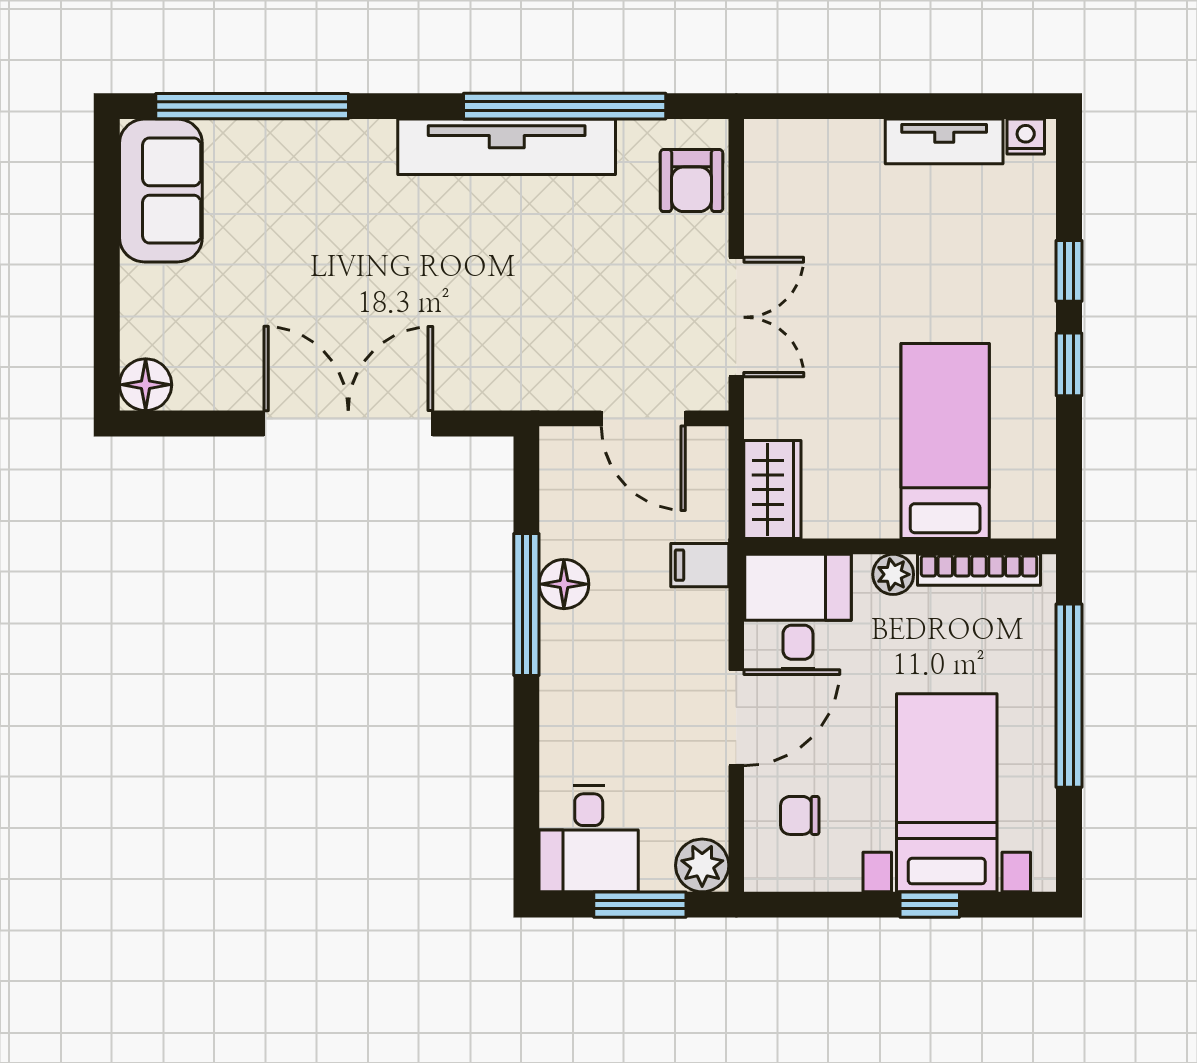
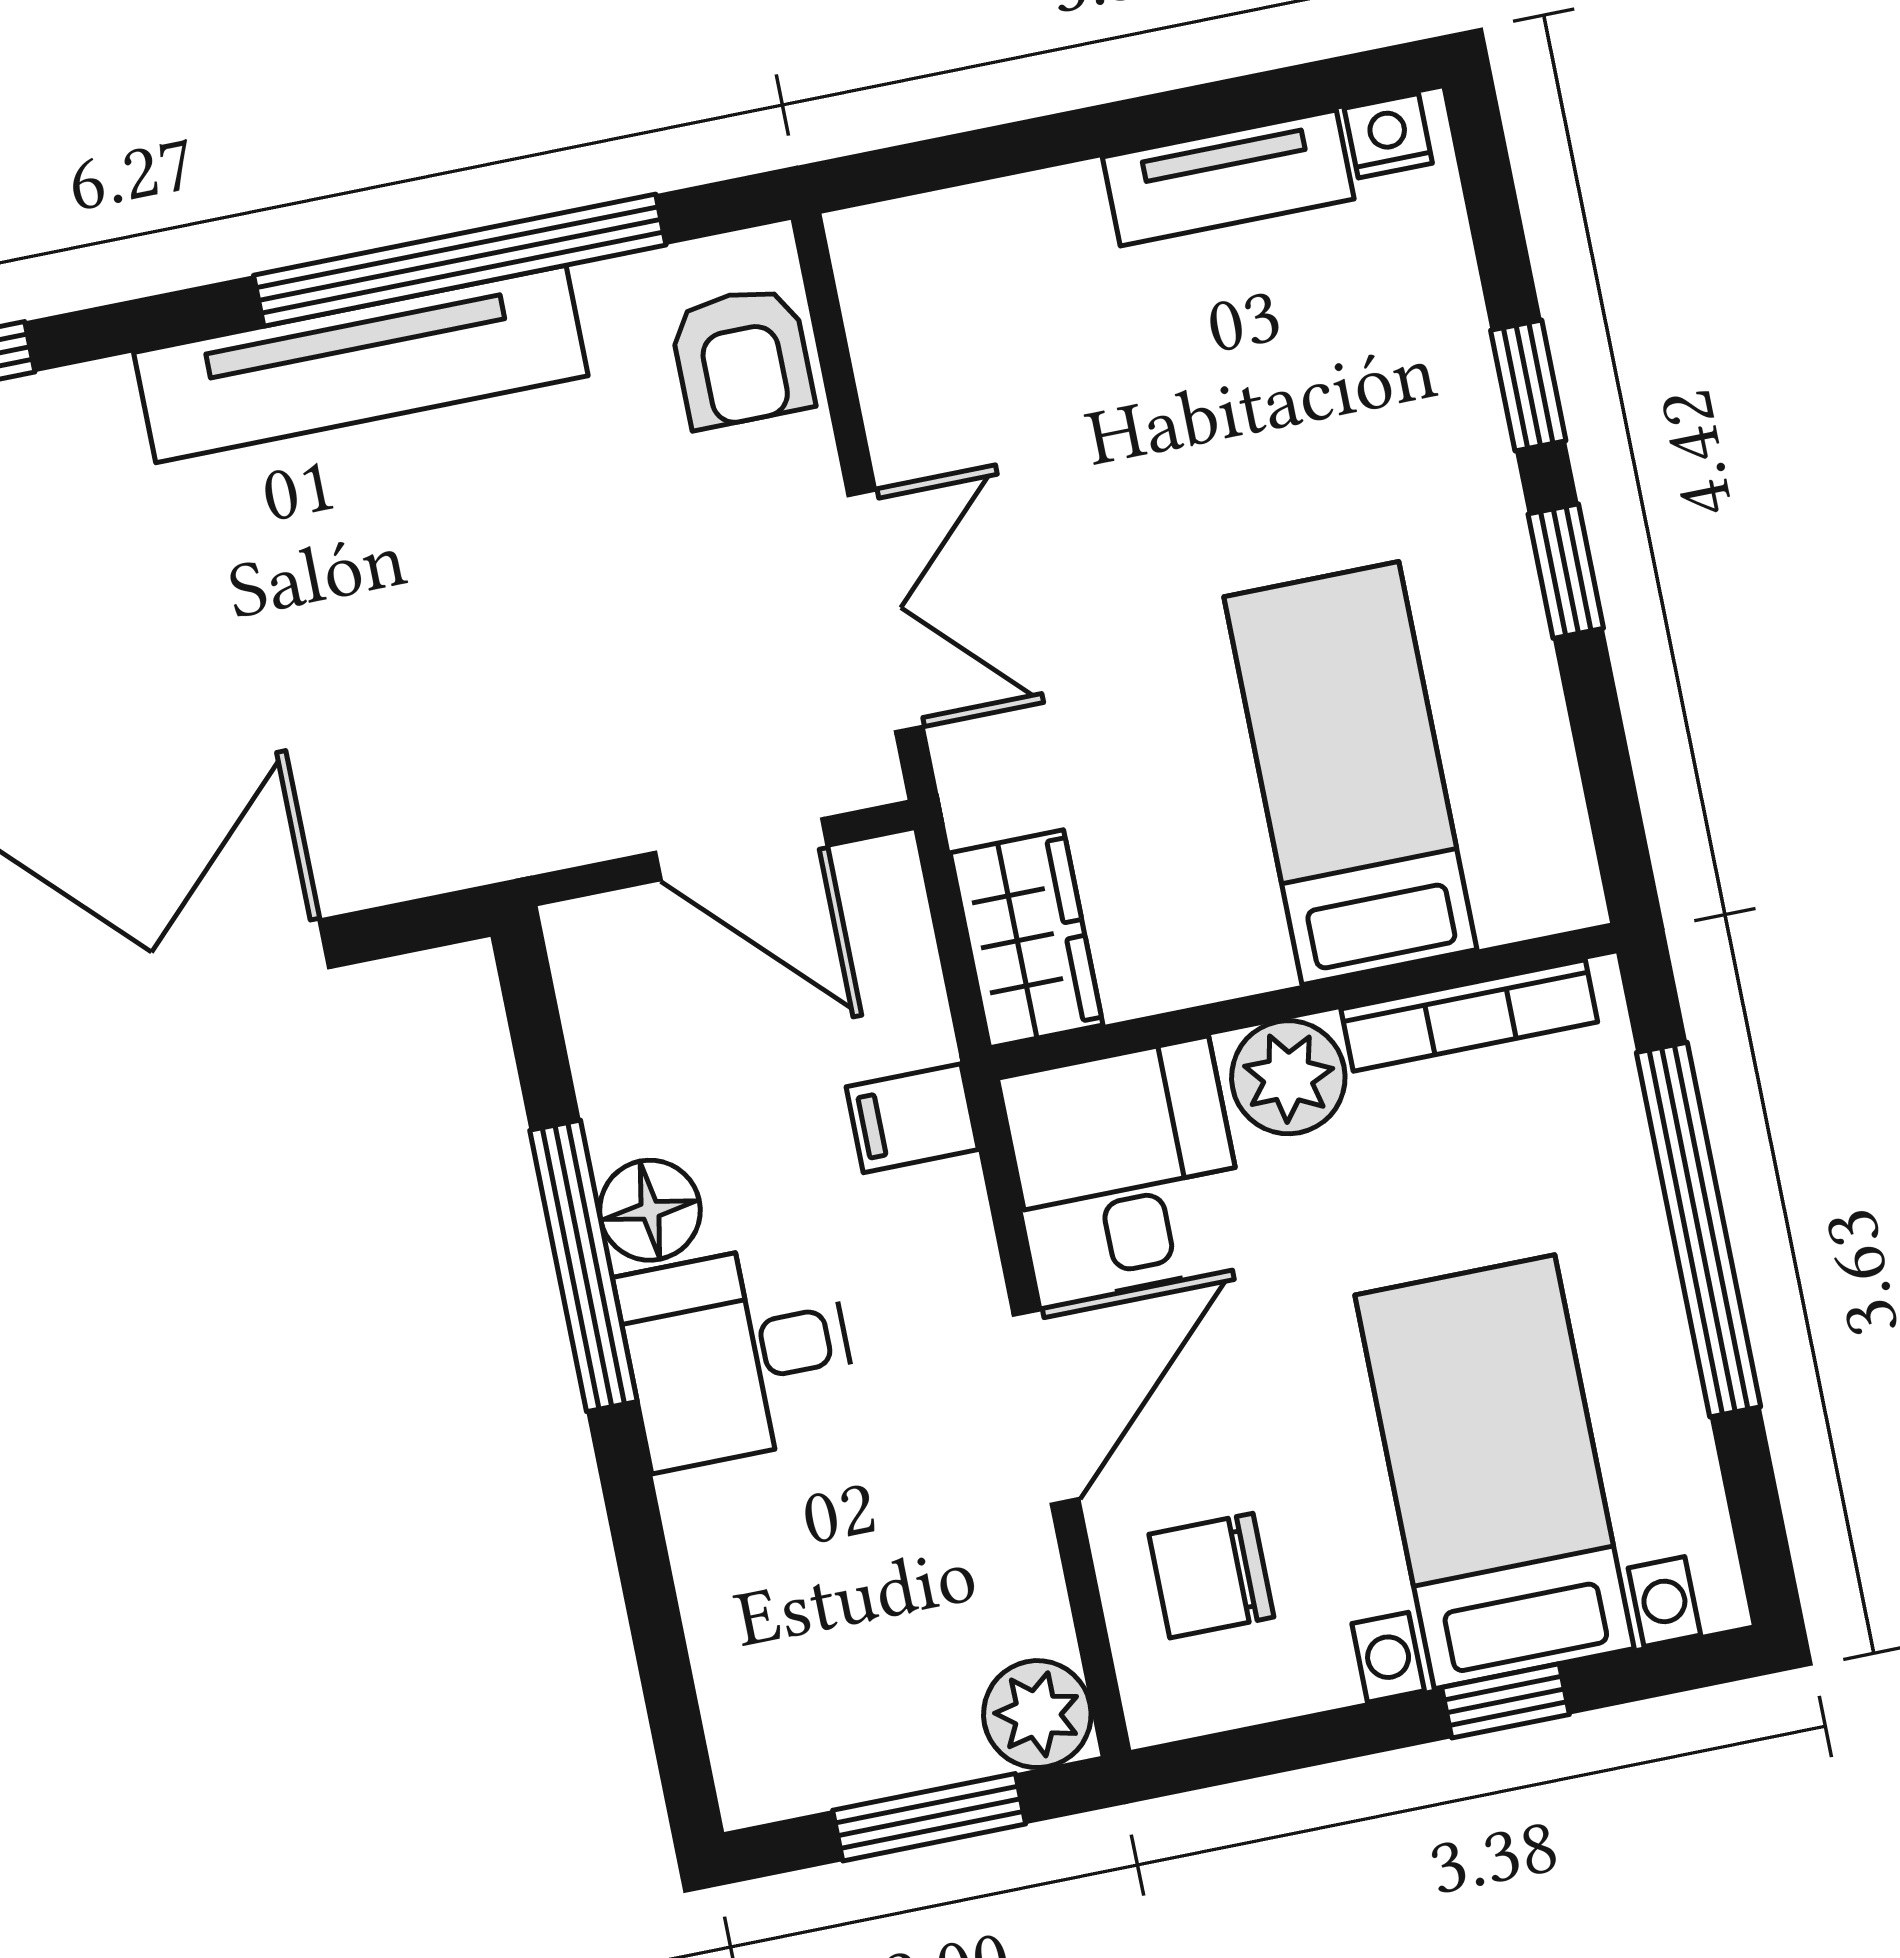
plant: (893, 574) -> (1288, 1077), width x1.38, depth x1.38
chair: (800, 815) -> (1211, 1576), width x1.37, depth x1.37
desk: (589, 839) -> (738, 1354), moved, turned 90

